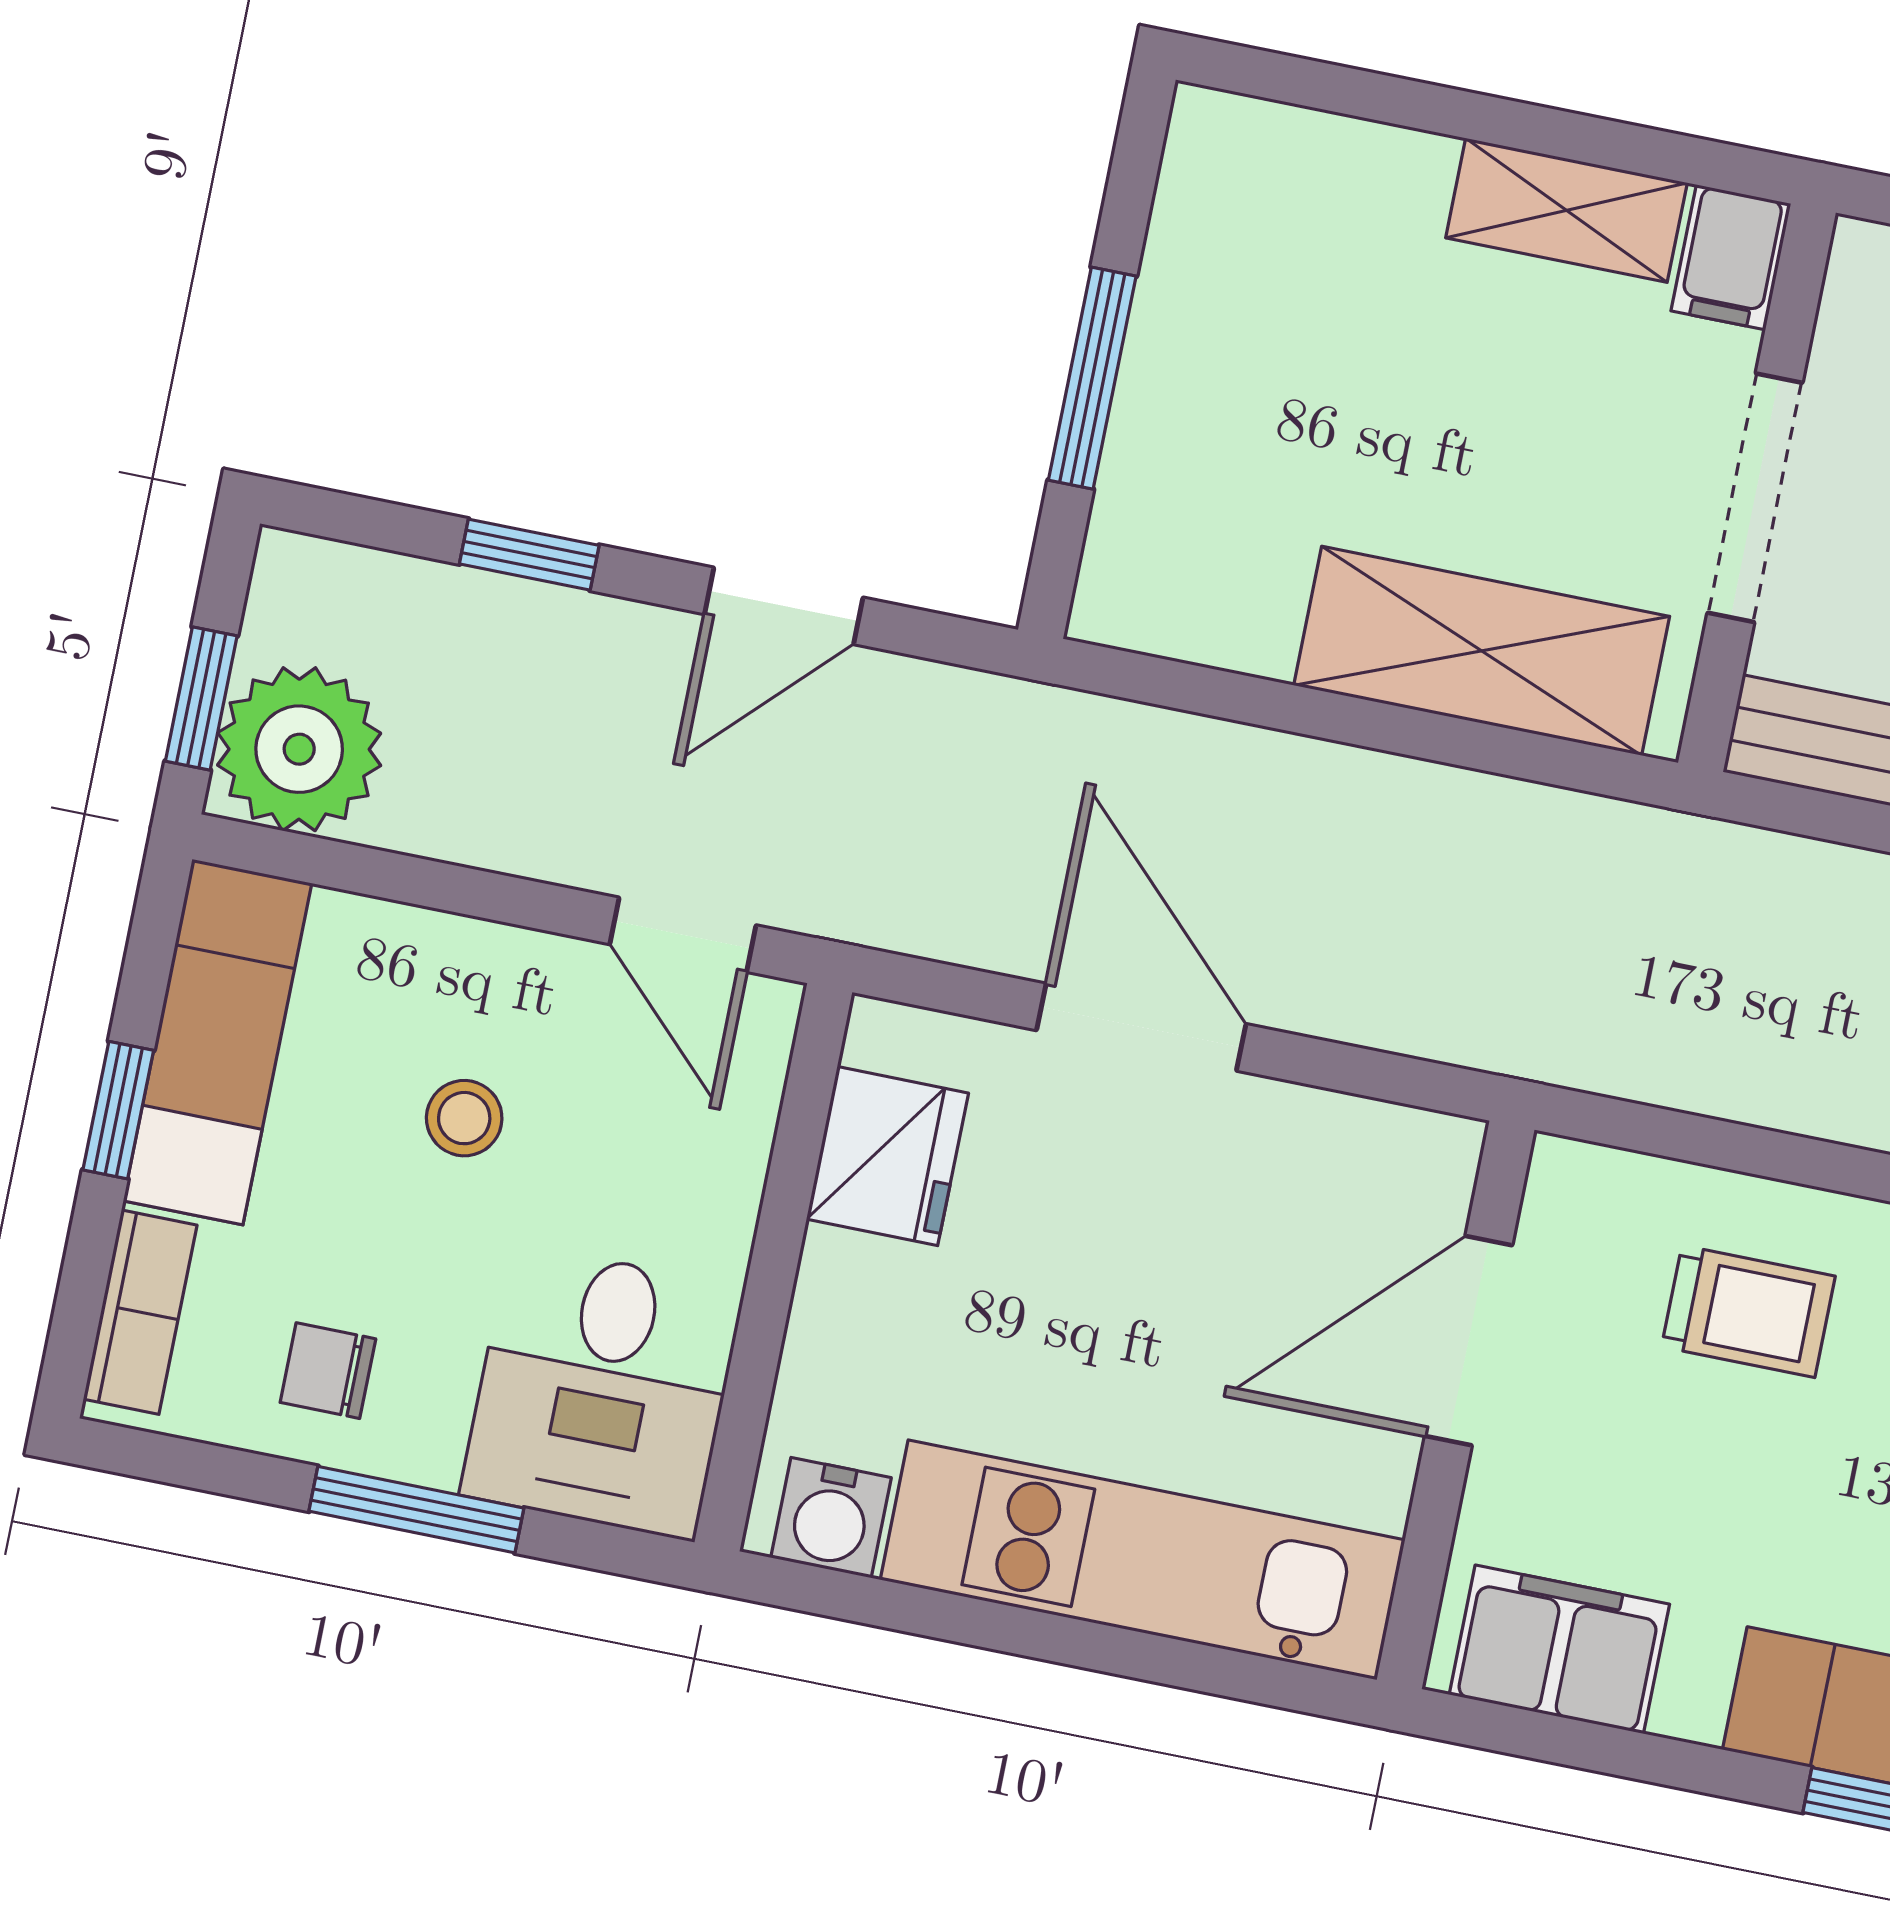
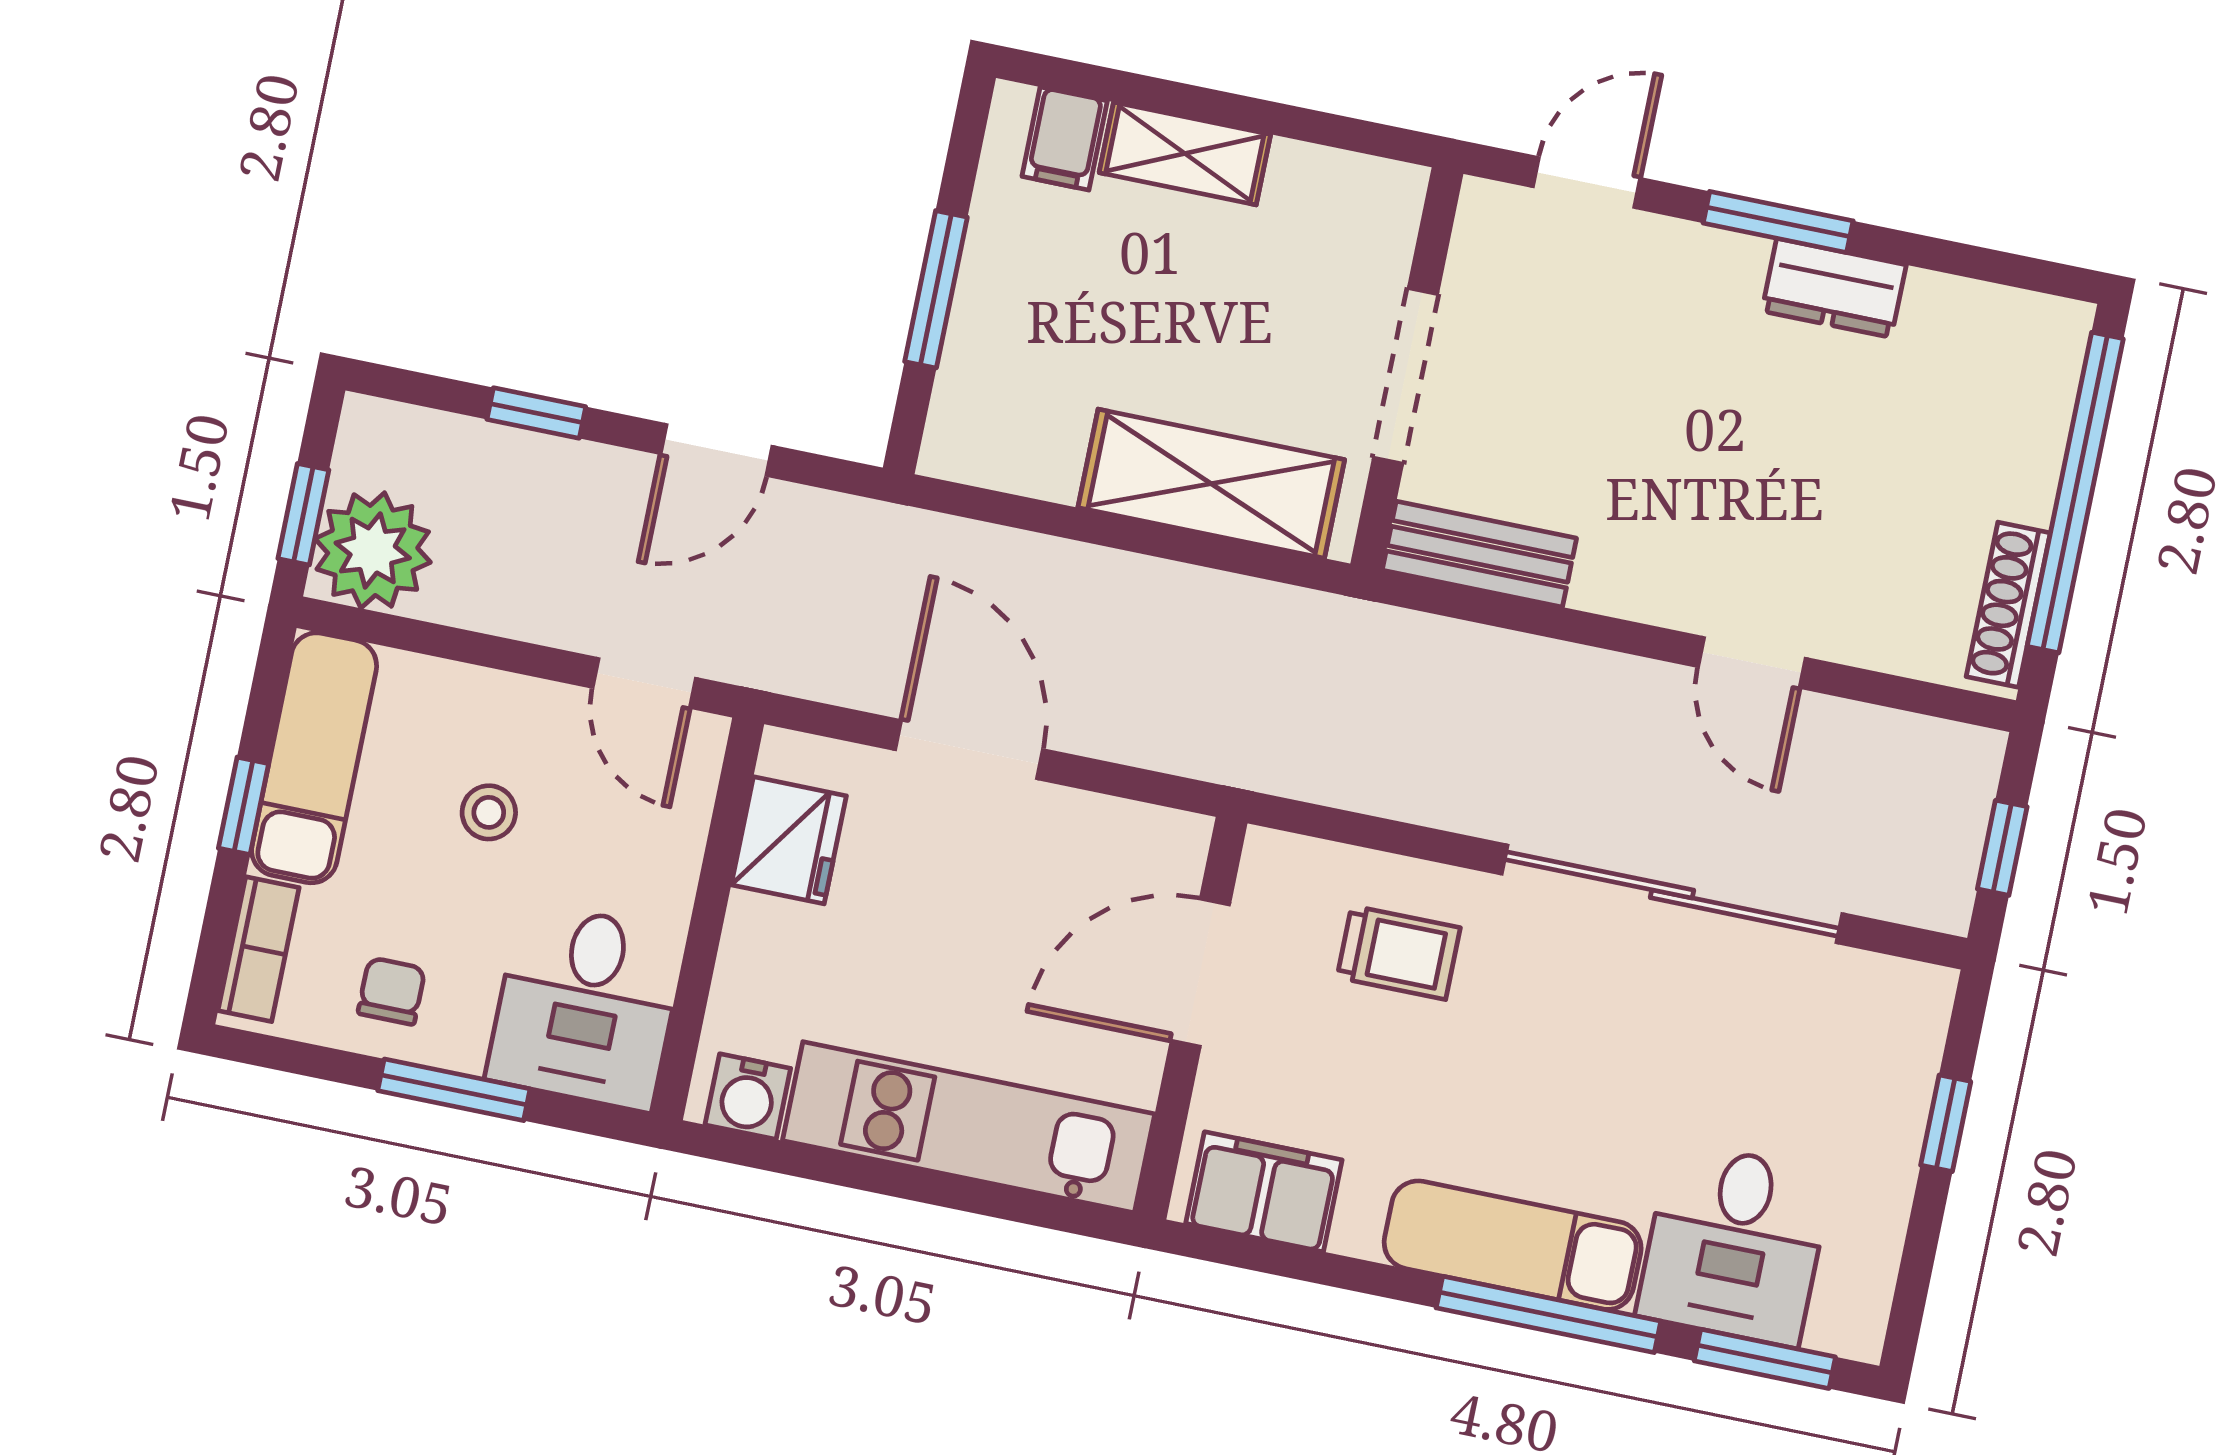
shelving: (1566, 210) -> (1185, 154), moved
filing cabinet: (1731, 257) -> (1065, 139), moved
chair: (328, 1371) -> (392, 991), turned 90

